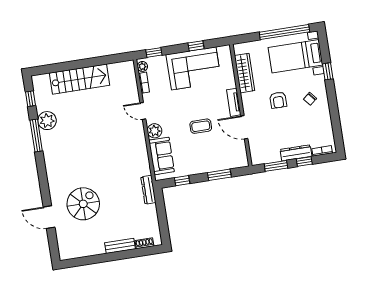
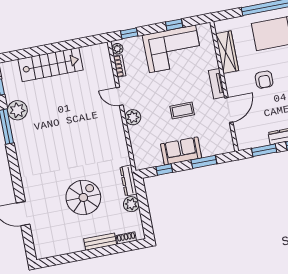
door: (244, 127) -> (229, 110), swing flipped
sofa: (162, 156) -> (181, 151), moved, turned -90
spiral stairs: (83, 204) -> (83, 197), moved
plant: (150, 212) -> (131, 204), added

